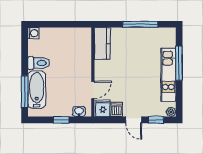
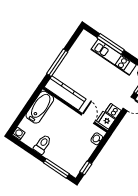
window: (140, 24) -> (57, 63), moved
kitchen counter: (102, 43) -> (65, 93), width x1.50
bathtub: (37, 90) -> (40, 107), moved, turned 90
window: (61, 120) -> (86, 168), moved

